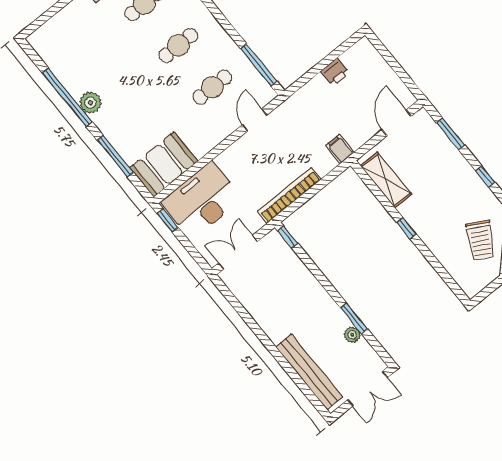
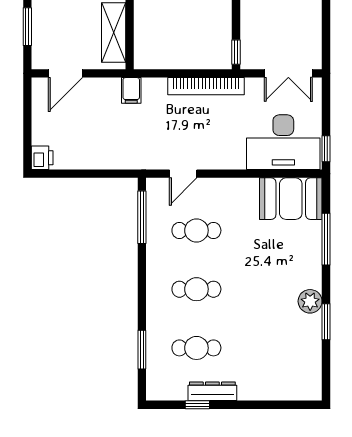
printer: (335, 72) -> (42, 158), moved, turned 90
window: (67, 97) -> (326, 322), width x0.47

